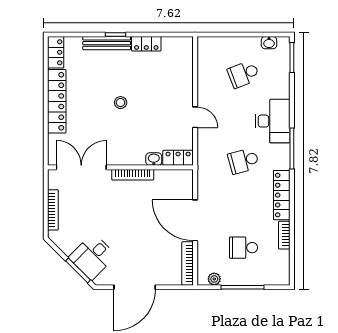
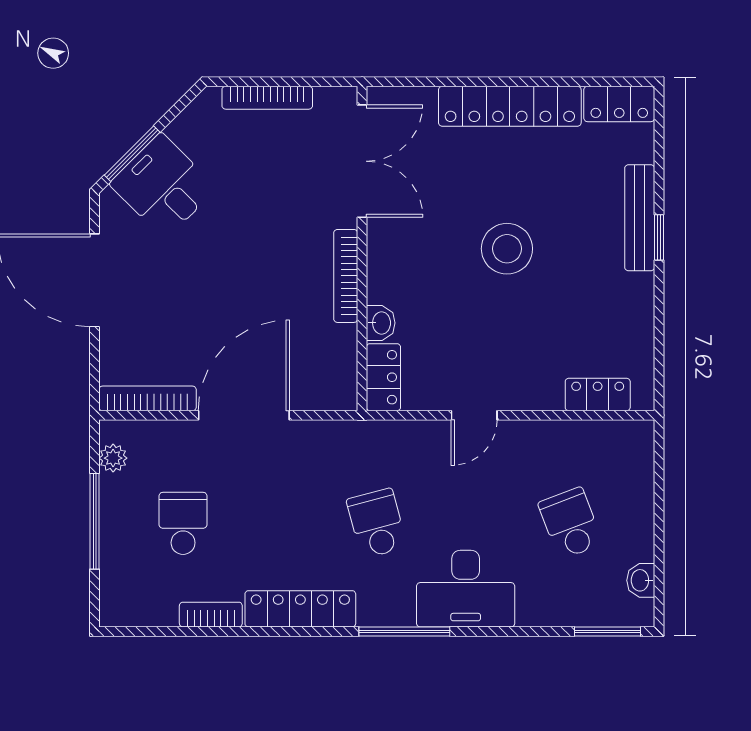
locker: (146, 44) -> (598, 394), moved, turned 90
stool: (121, 103) -> (507, 249), width x1.89, depth x1.89

